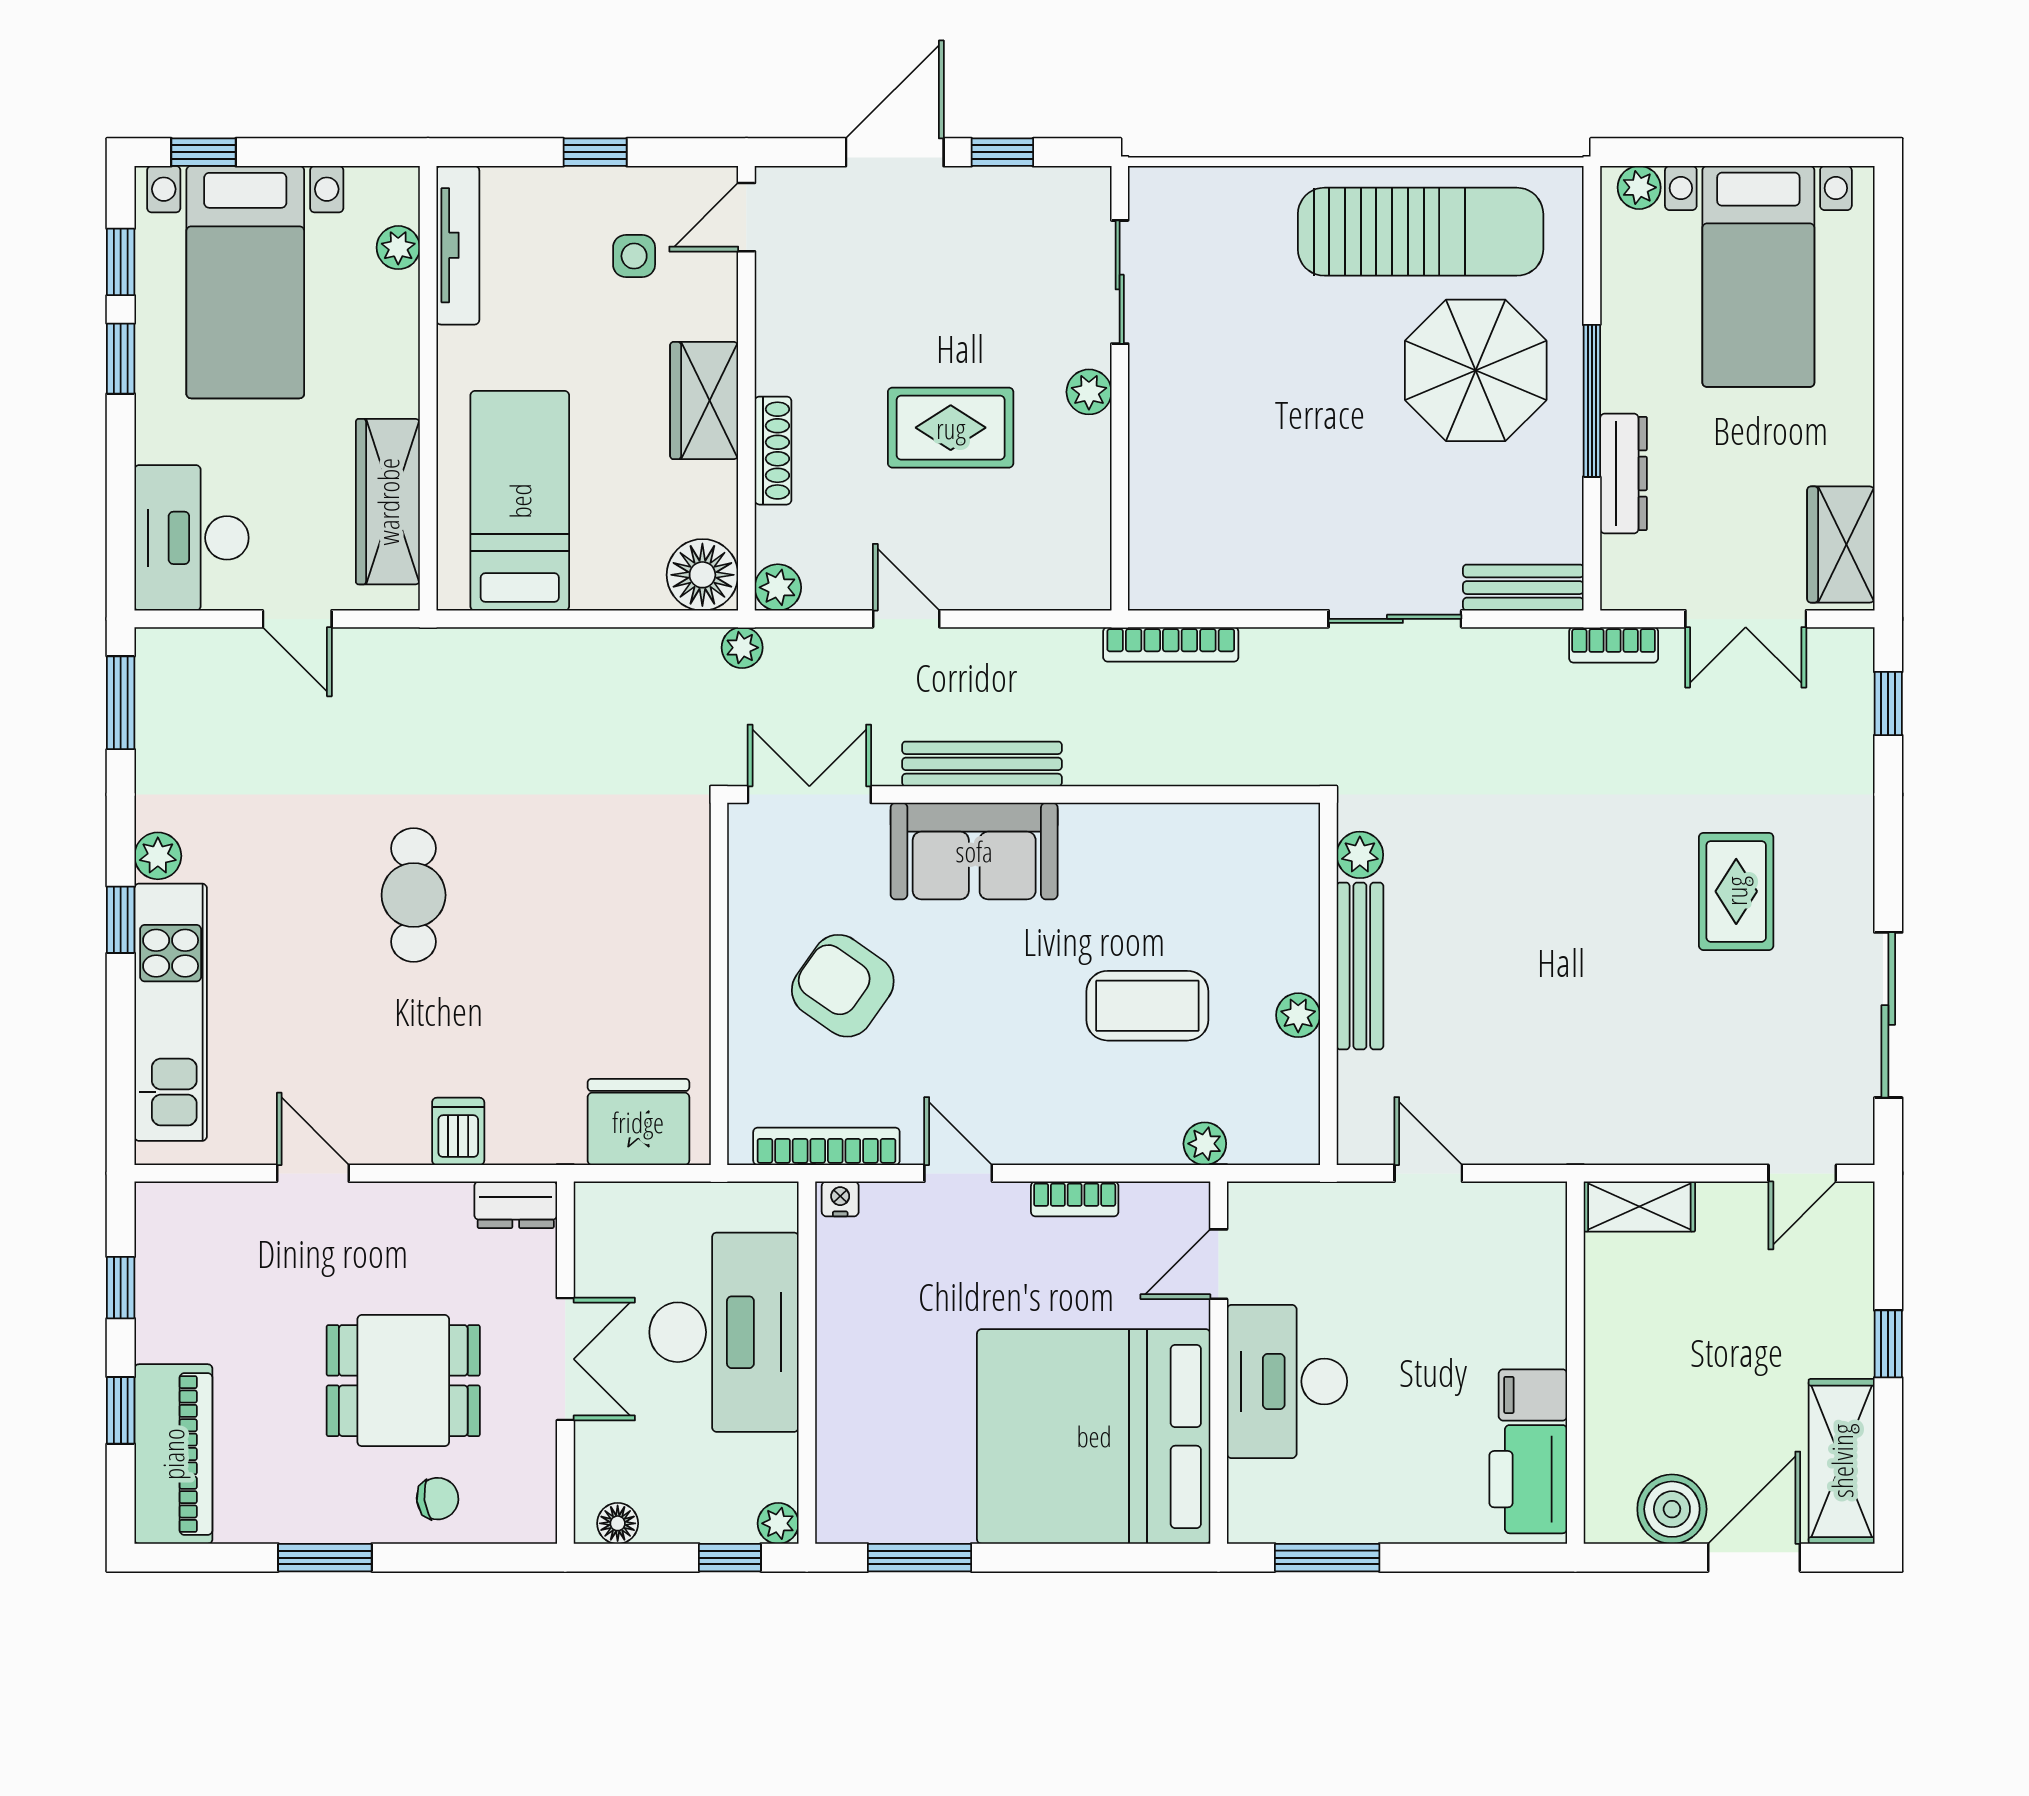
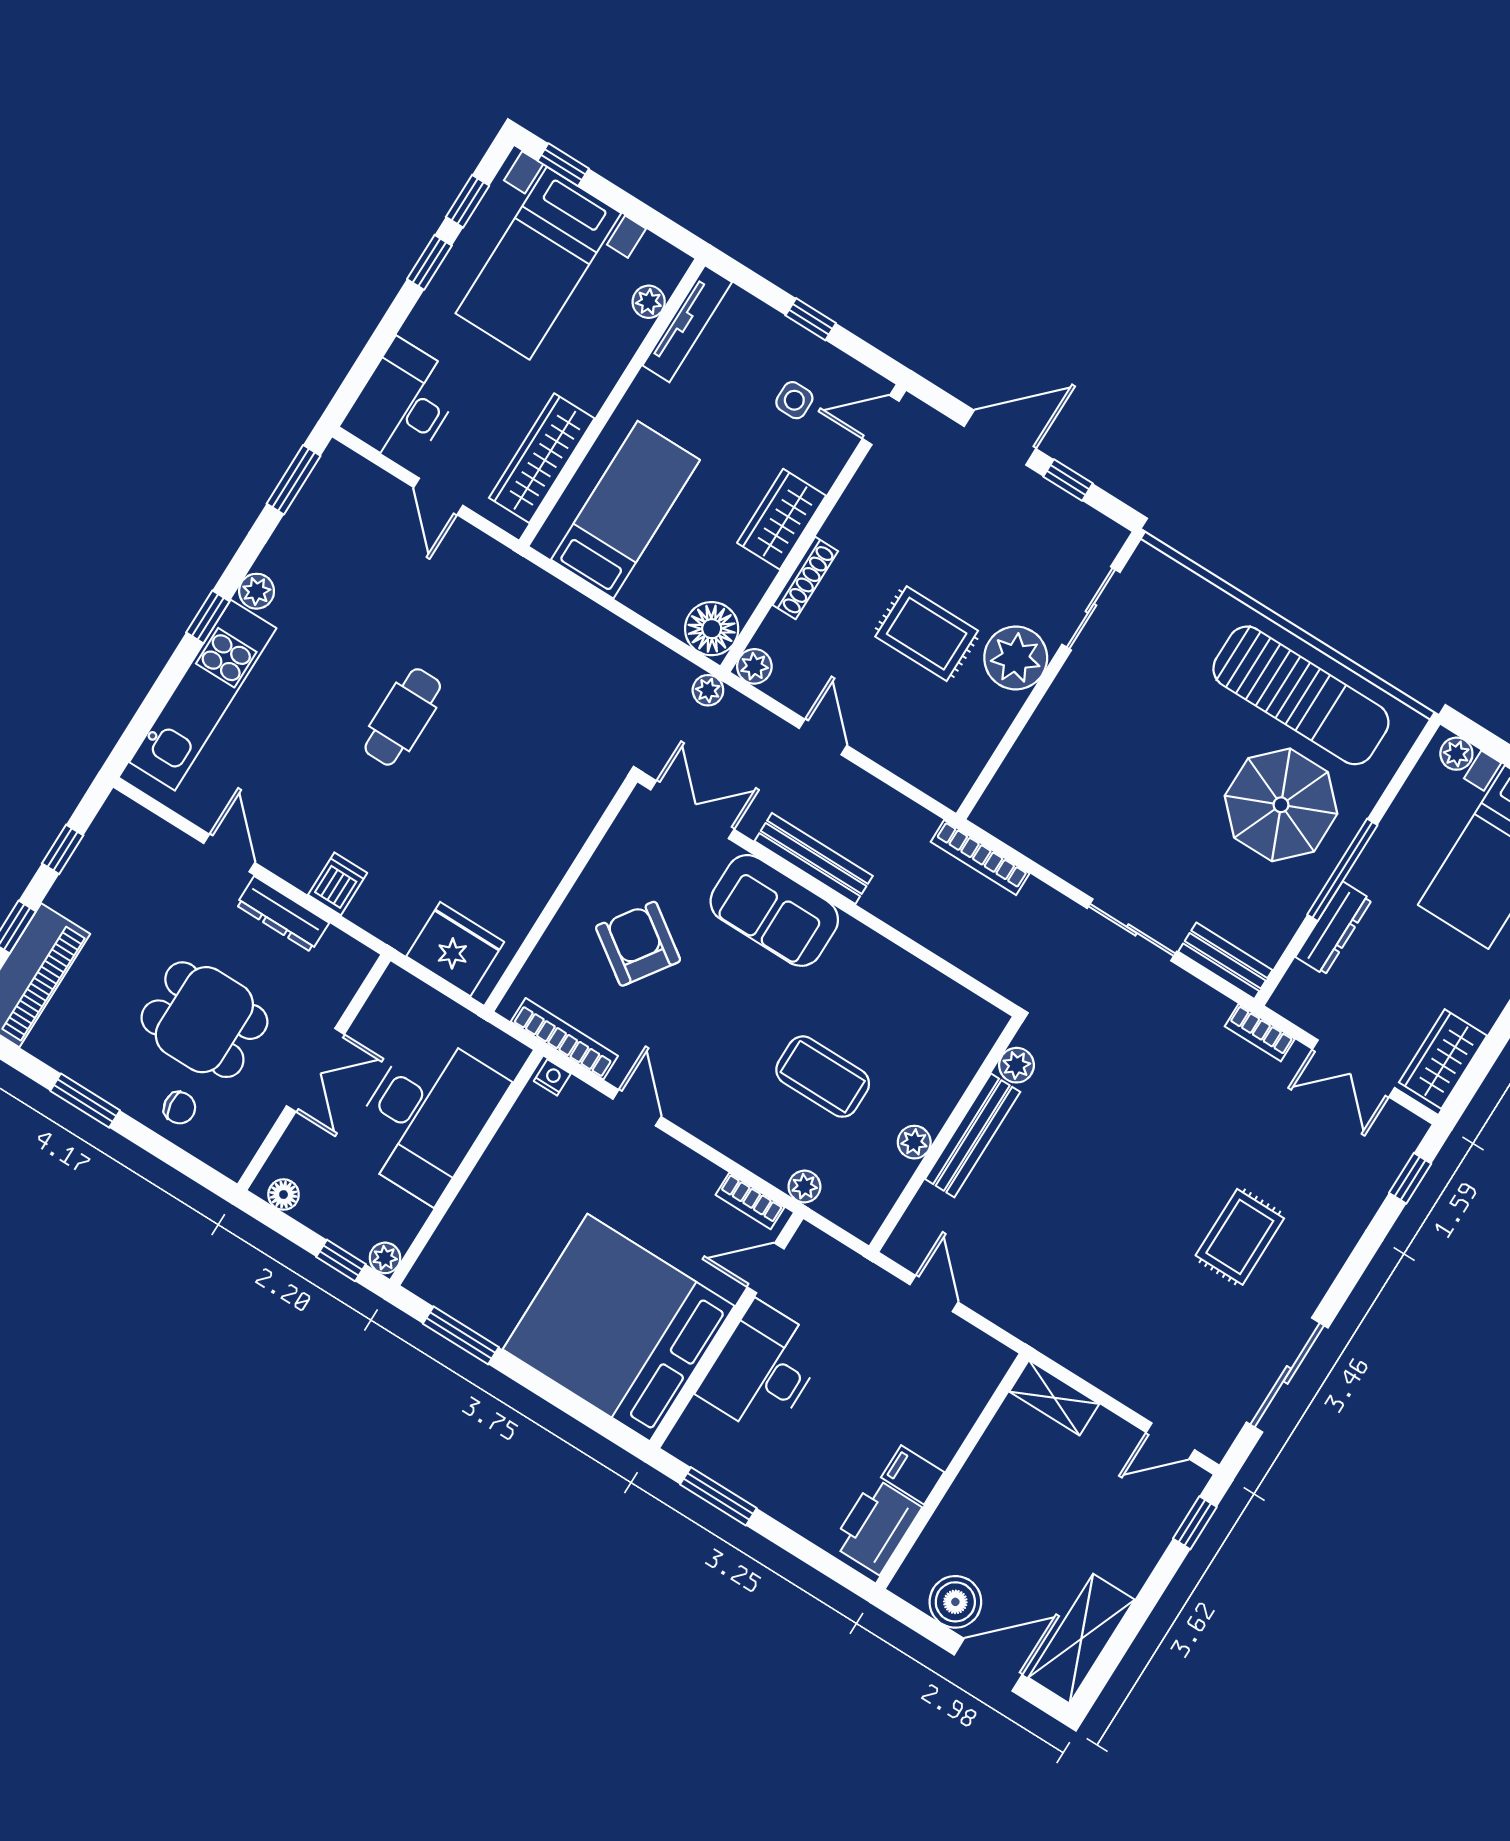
plant: (1089, 392) -> (1016, 658), width x1.87, depth x1.87
bookcase: (1075, 1199) -> (750, 1201), moved
dresser: (516, 1205) -> (283, 914), moved, width x1.44
window: (1888, 1344) -> (1195, 1523), moved

